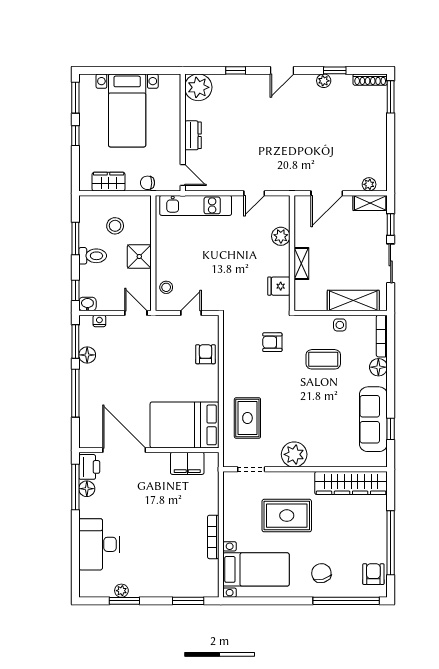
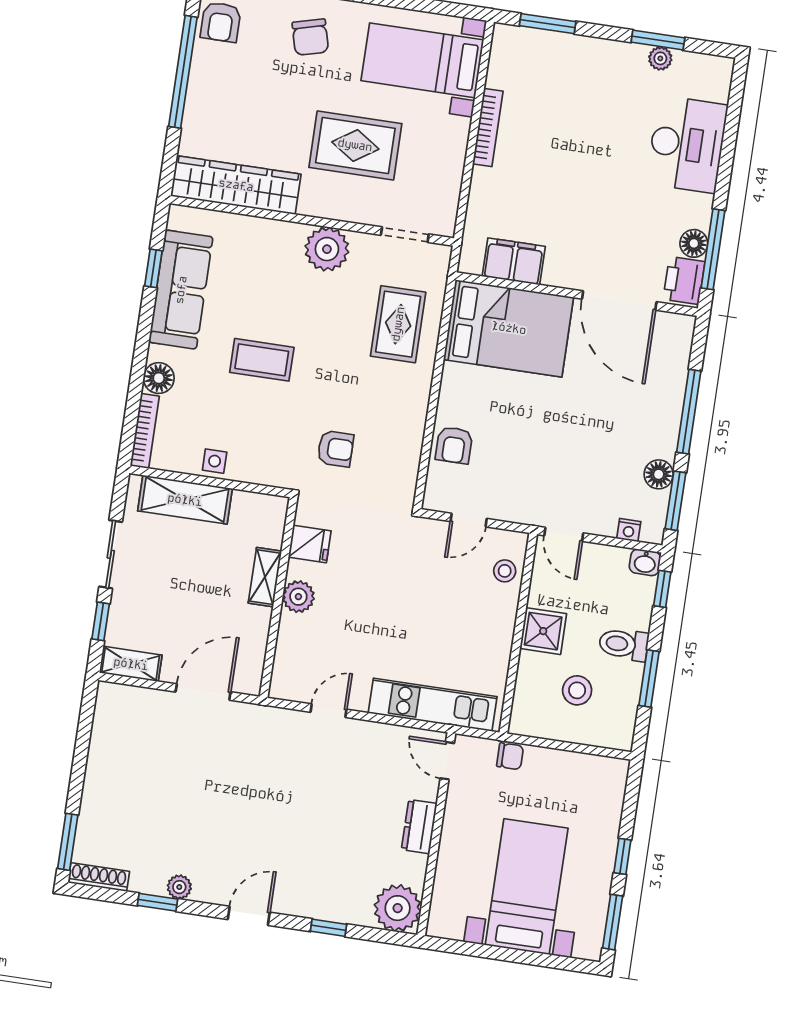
wardrobe: (109, 182) -> (577, 768), removed
plant: (369, 184) -> (128, 696), removed
plant: (281, 236) -> (298, 597), moved
coffee table: (323, 359) -> (262, 360), moved

